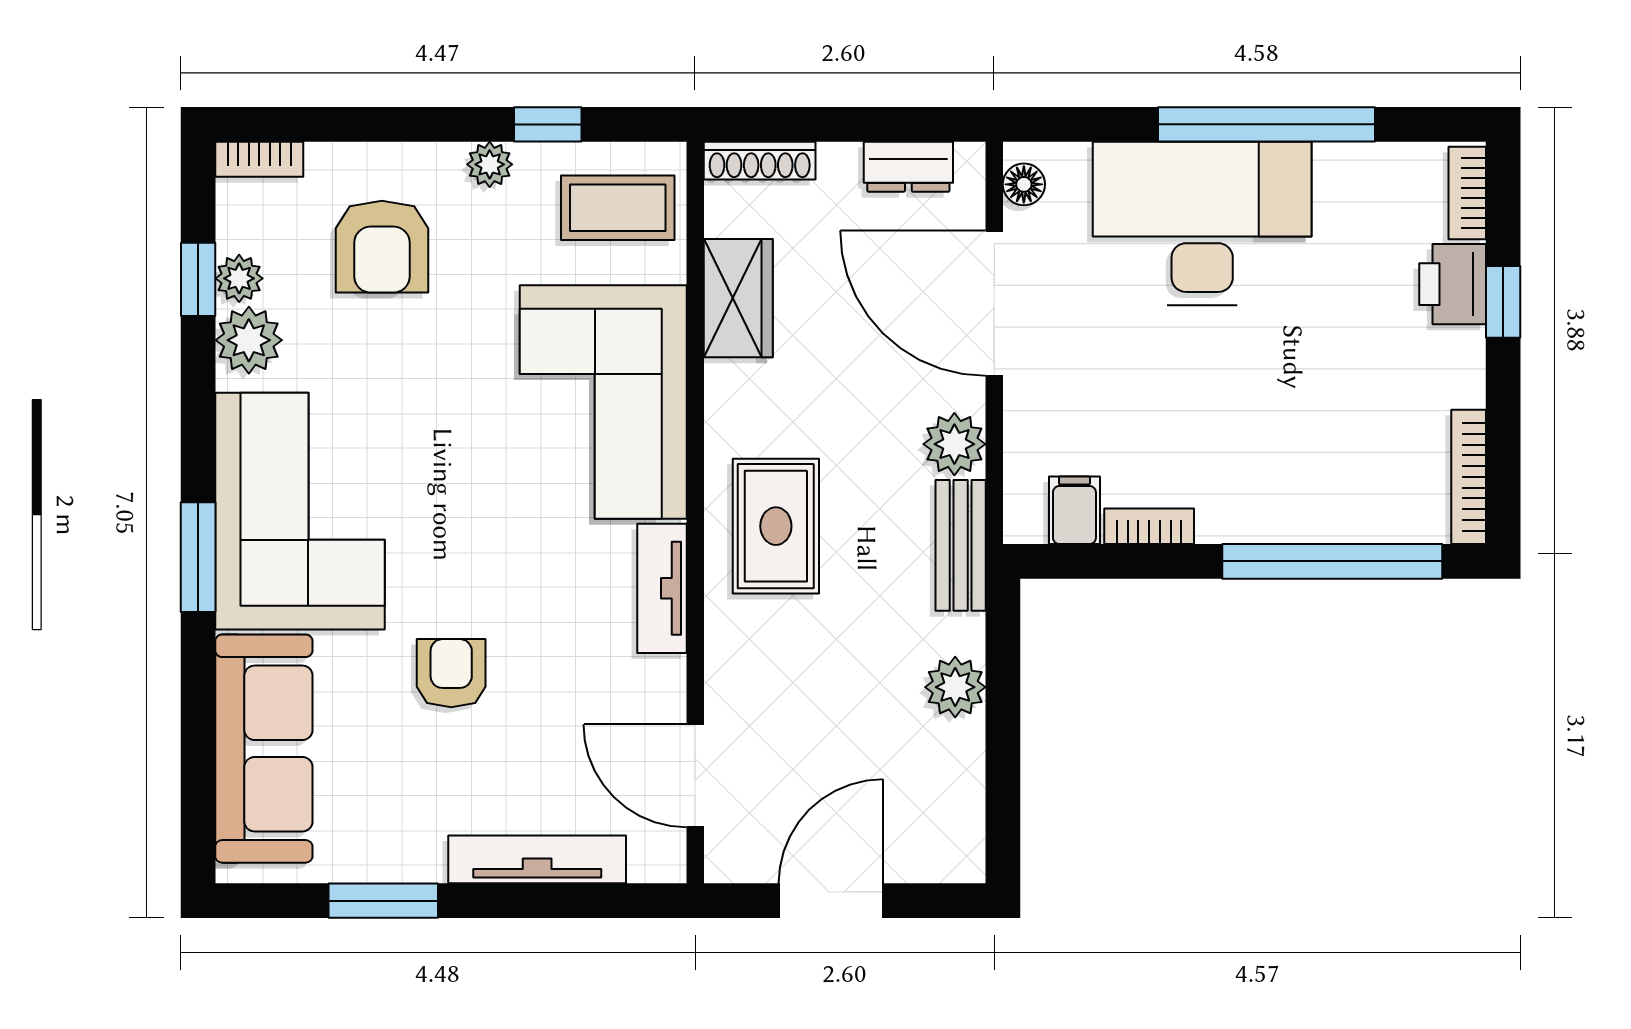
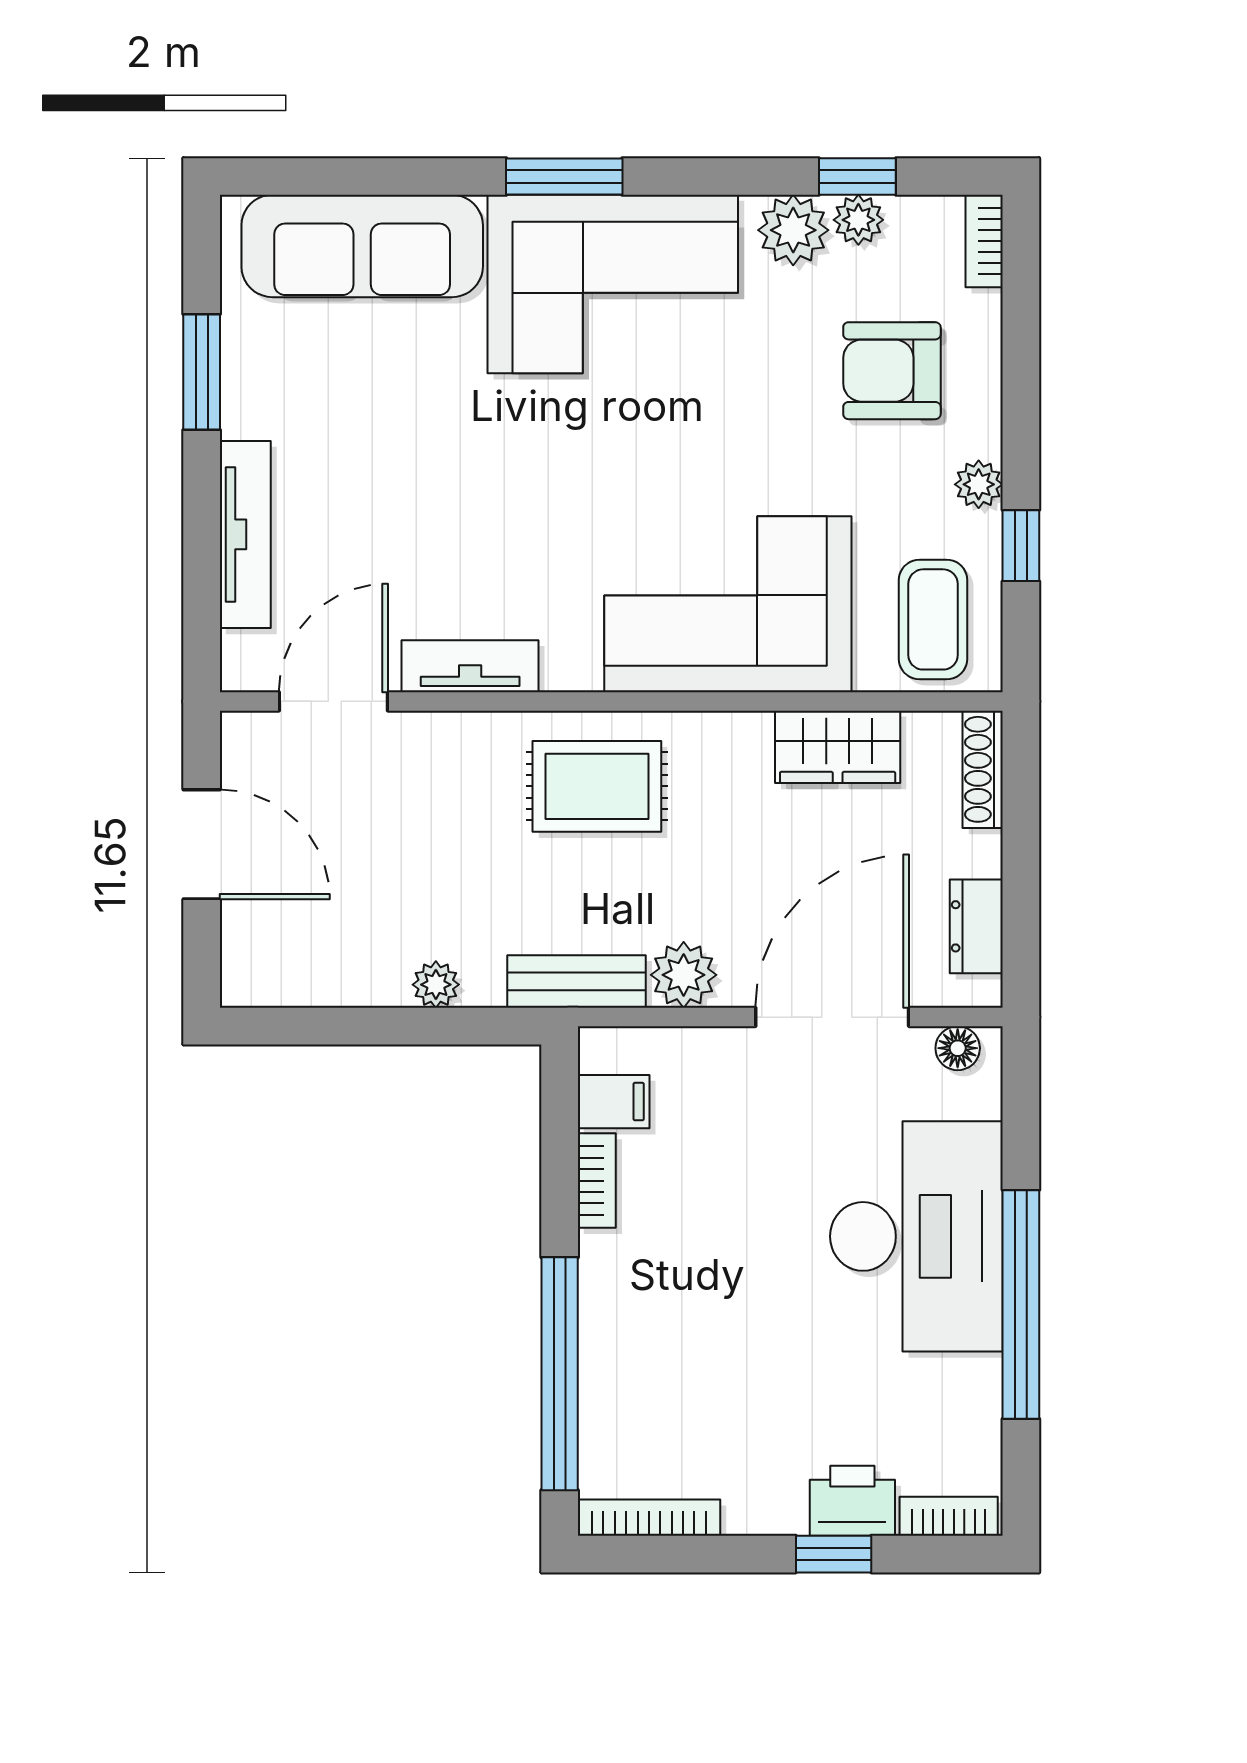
tv unit: (662, 588) -> (470, 666), moved
armchair: (451, 673) -> (442, 444), removed
plant: (955, 687) -> (436, 985), width x0.73, depth x0.73

